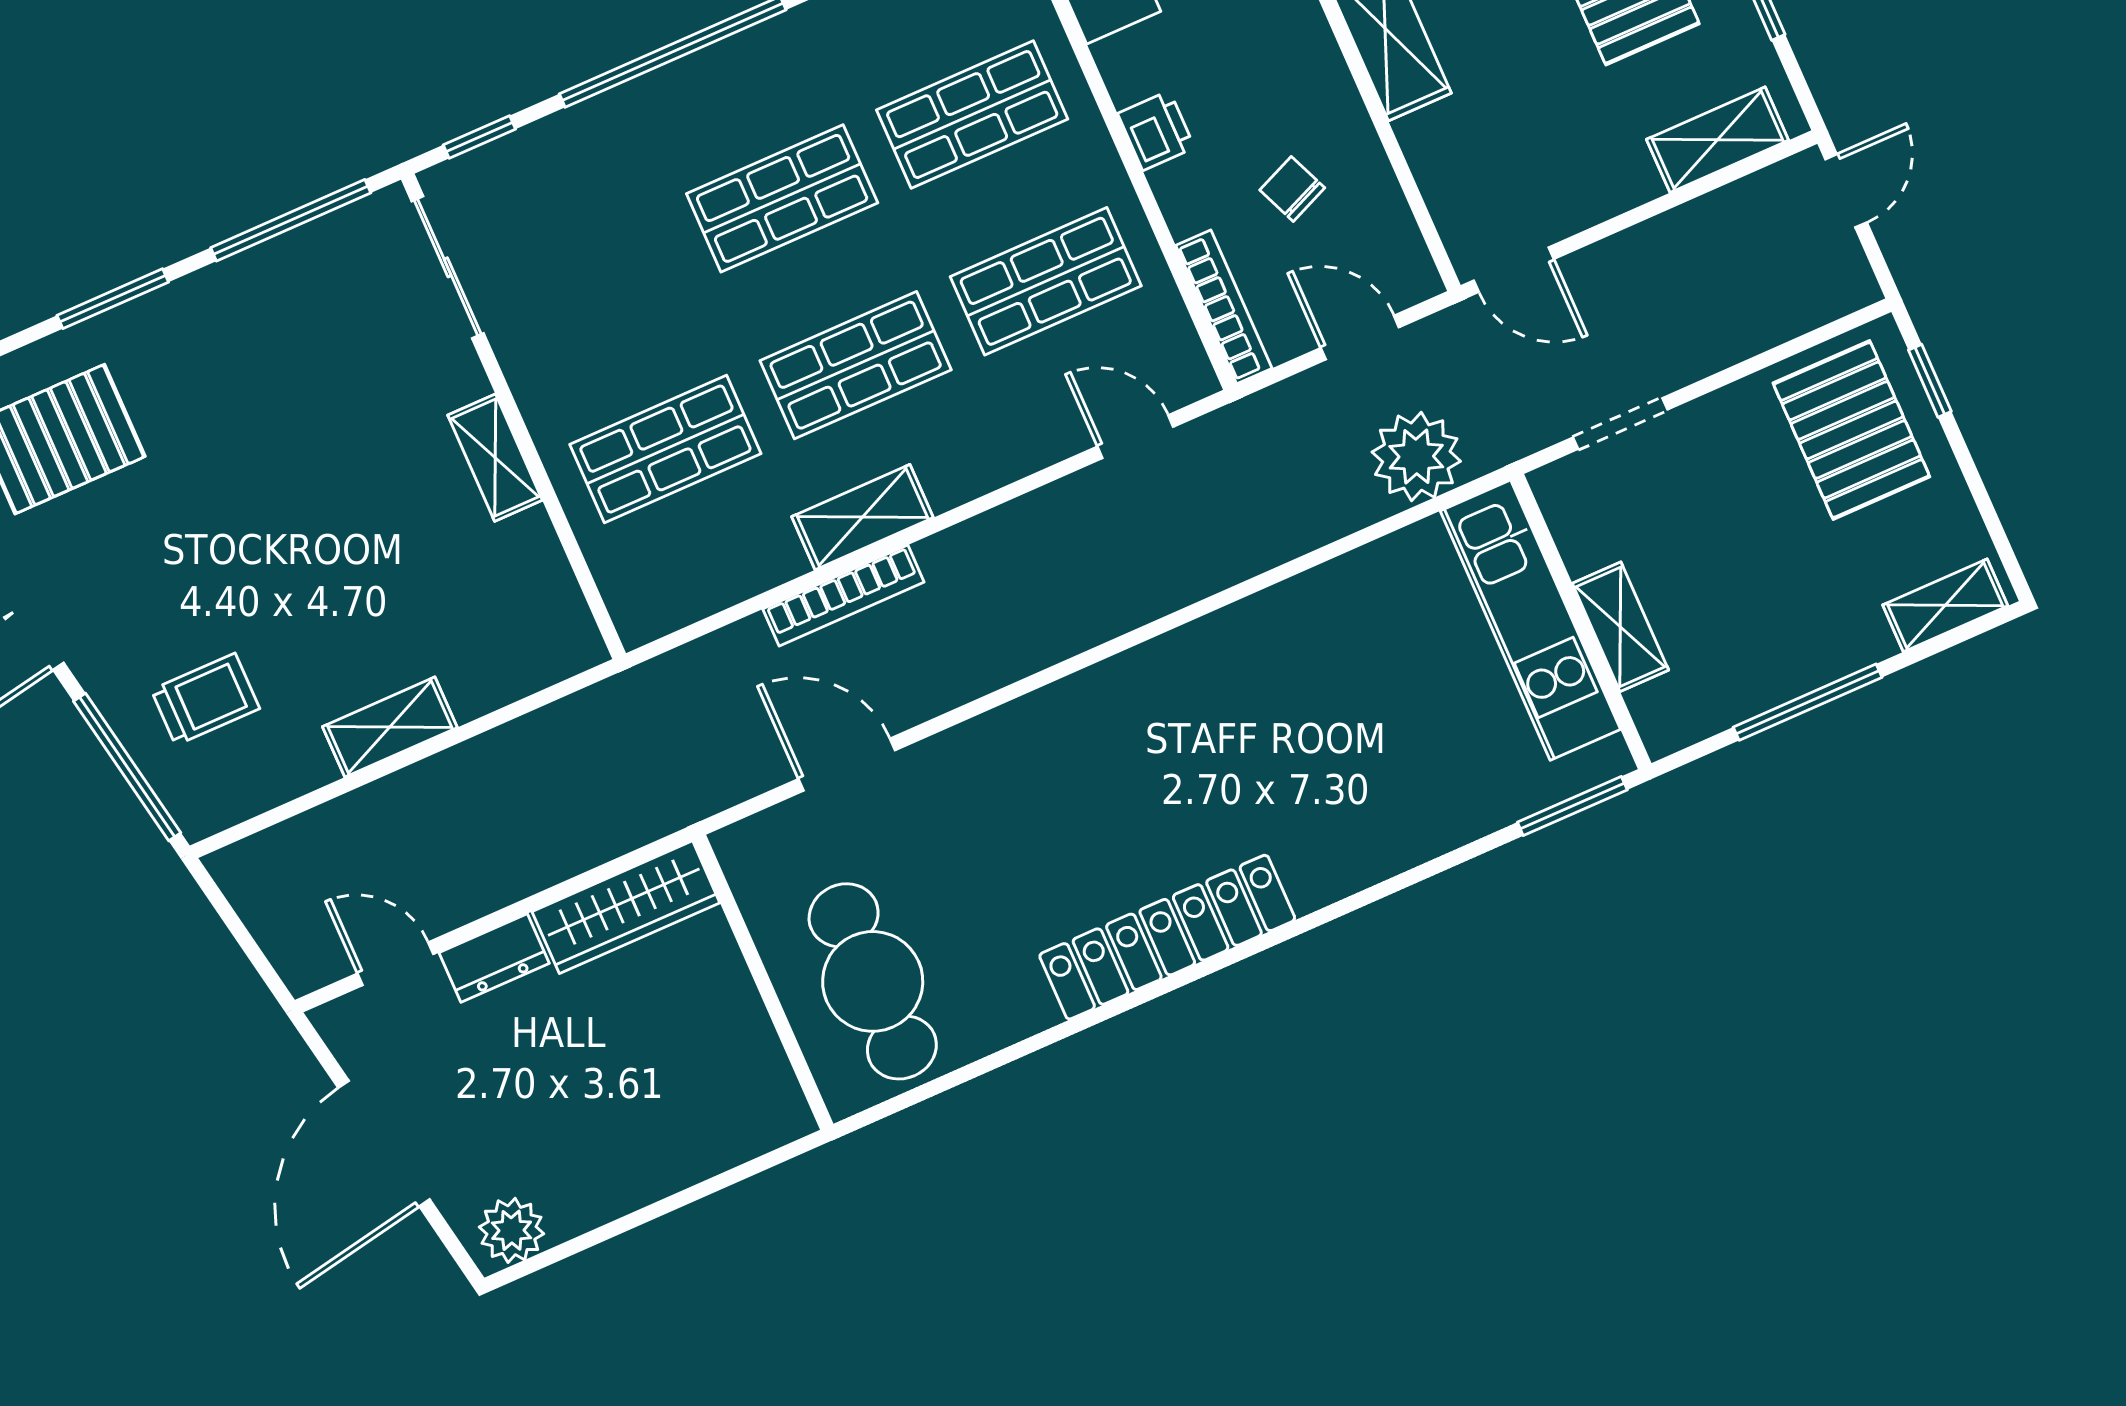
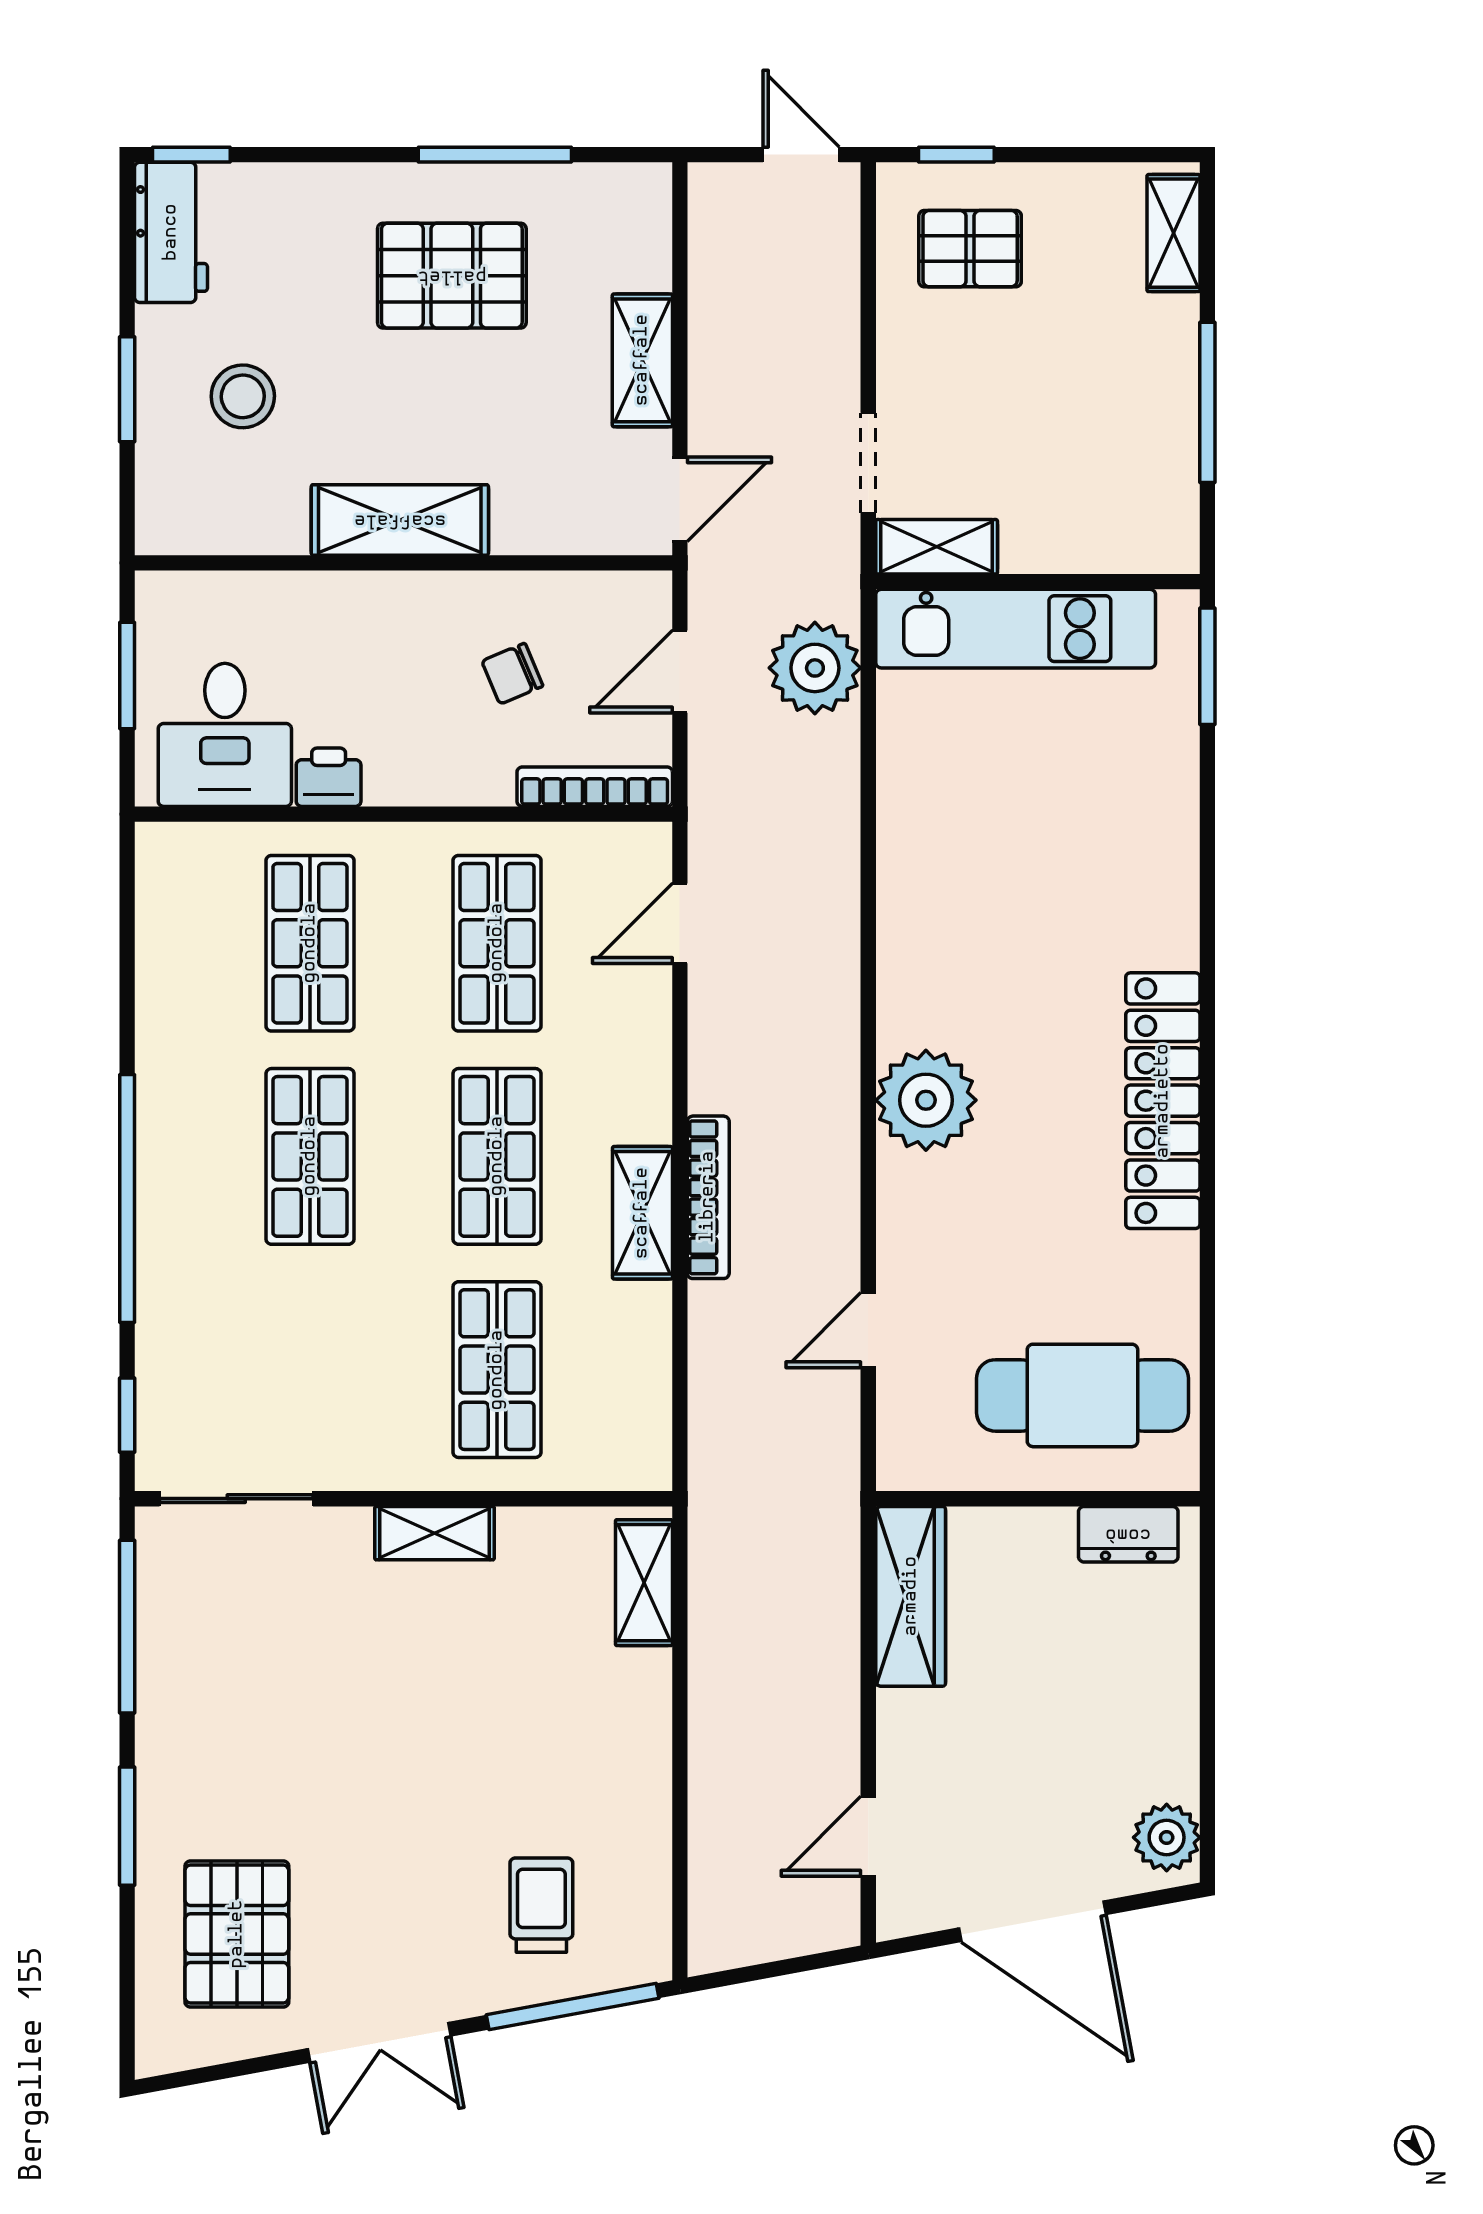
printer: (1156, 131) -> (329, 777), moved
shelving: (1718, 140) -> (642, 360), moved
door: (1846, 191) -> (801, 155), moved
pallet: (1851, 430) -> (970, 249), width x0.67, depth x0.71
bookcase: (843, 596) -> (708, 1197), moved
shelving: (1620, 627) -> (937, 547), moved
plant: (1074, 726) -> (926, 1100), added
shelving: (390, 727) -> (644, 1583), moved
door: (847, 765) -> (868, 1330), width x0.73
dresser: (494, 958) -> (1128, 1534), moved, turned 90

